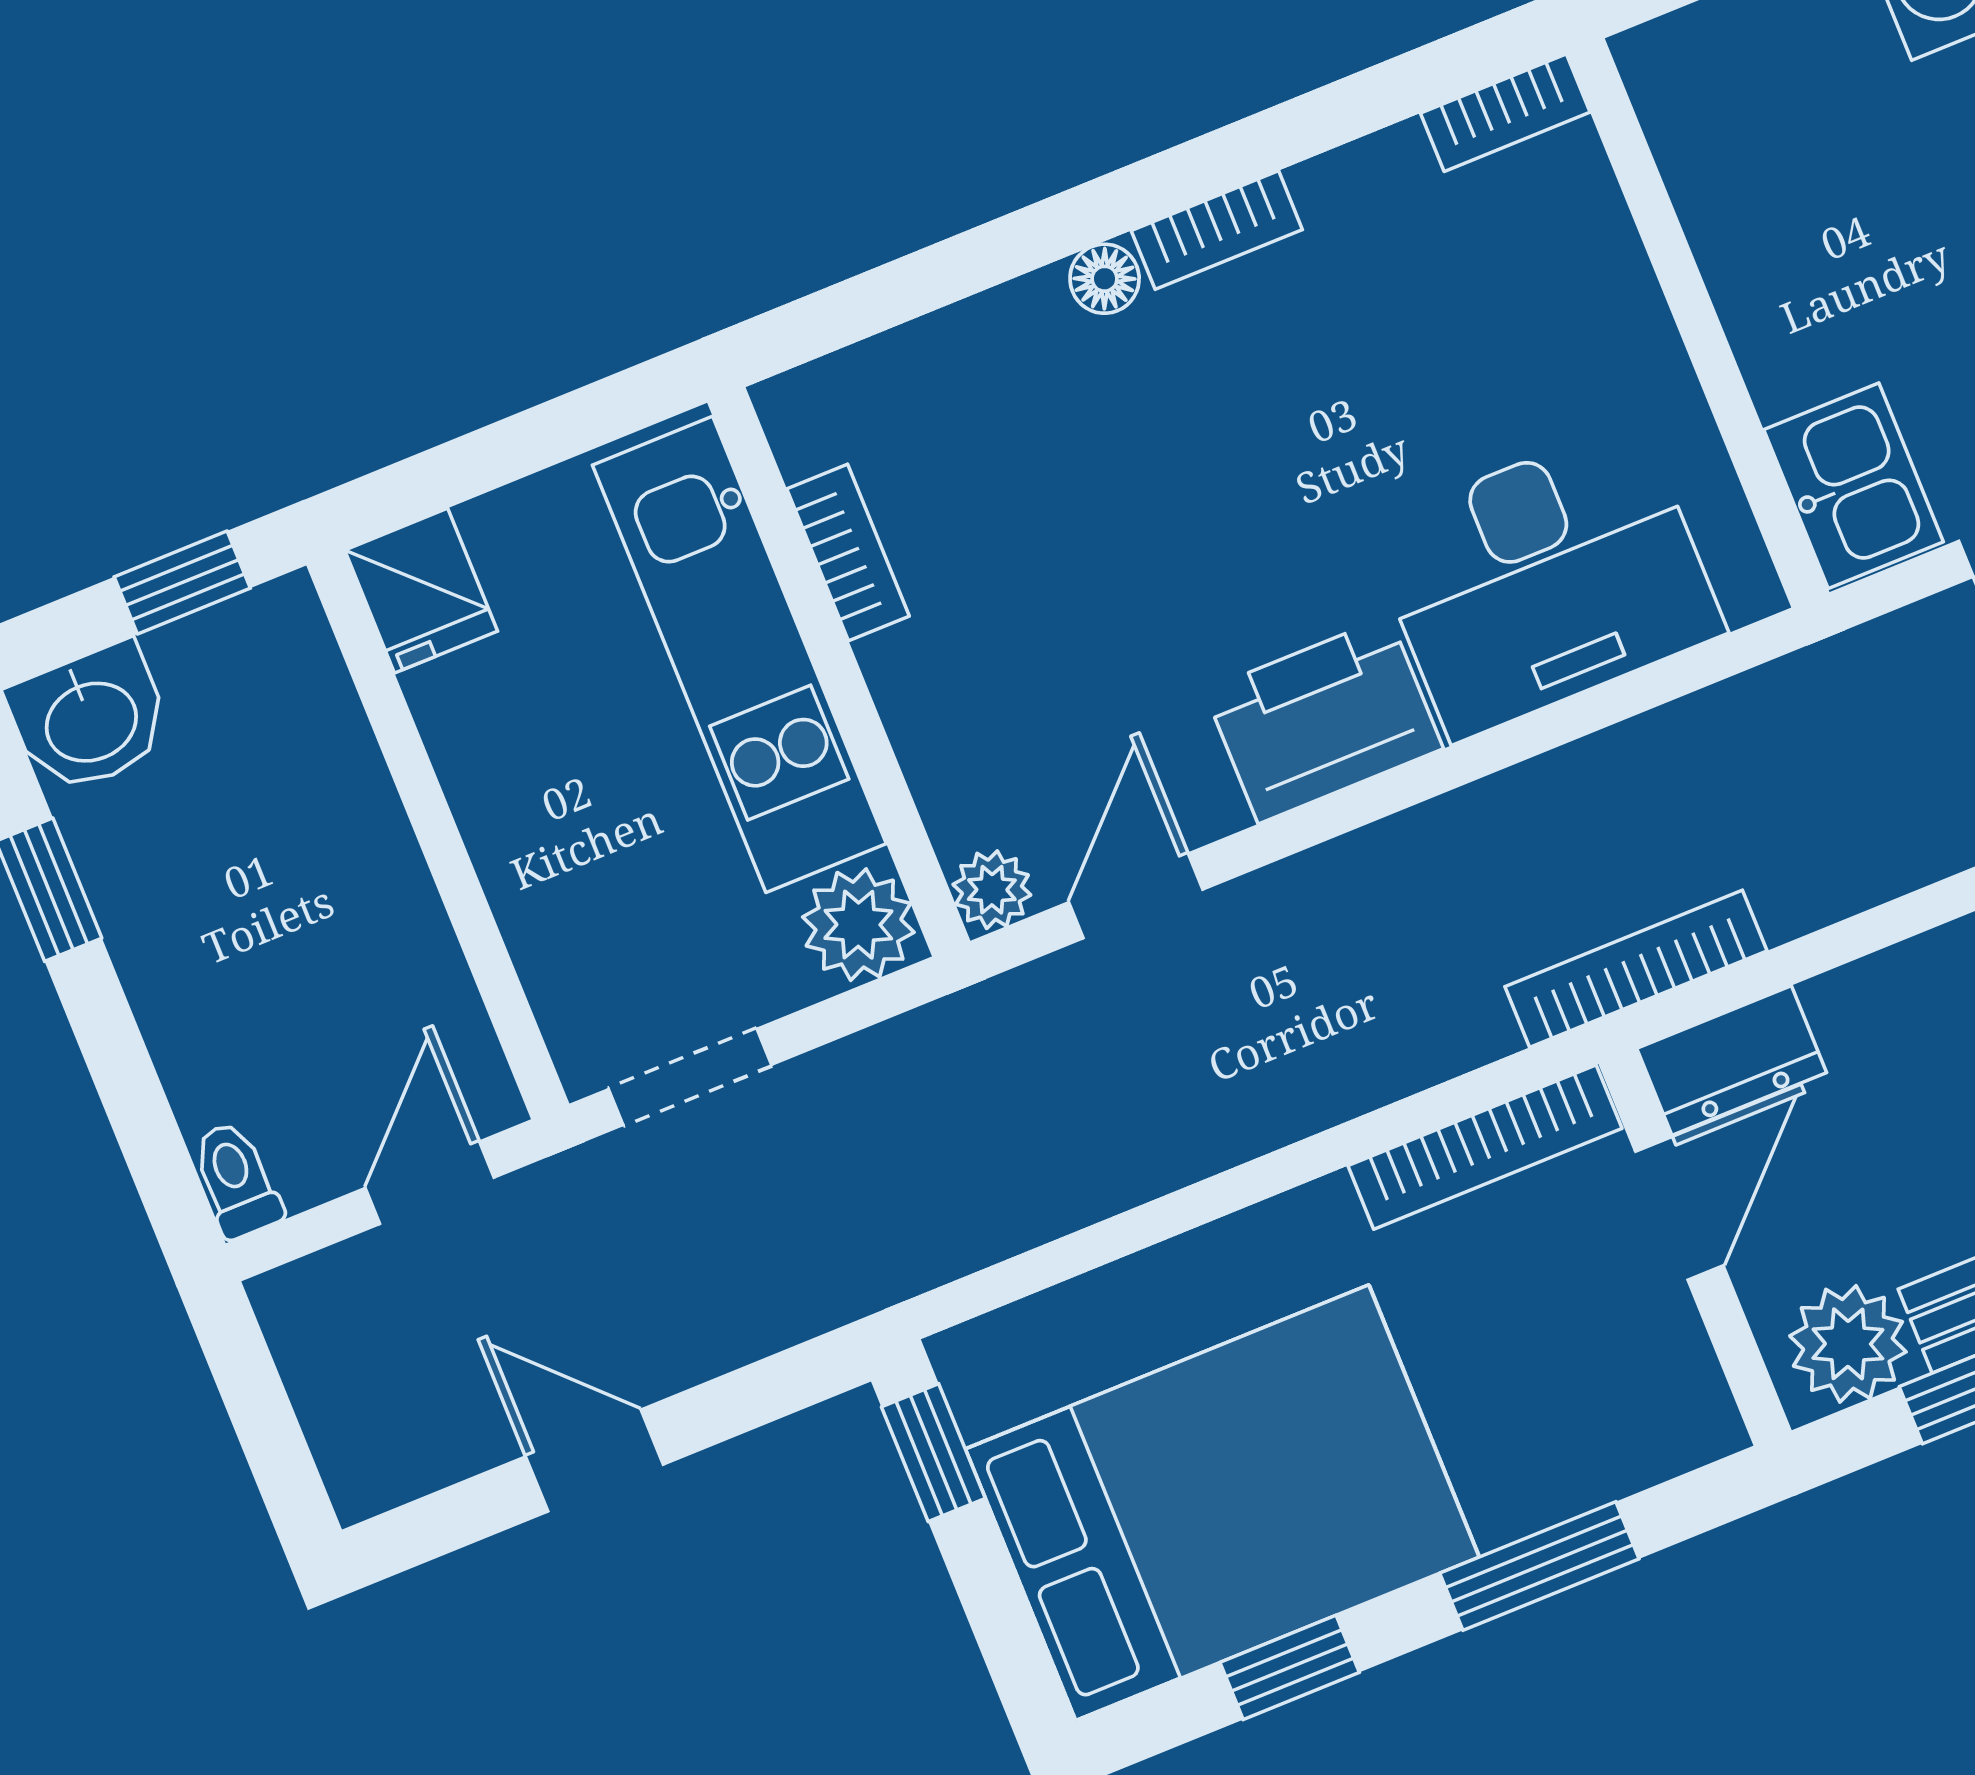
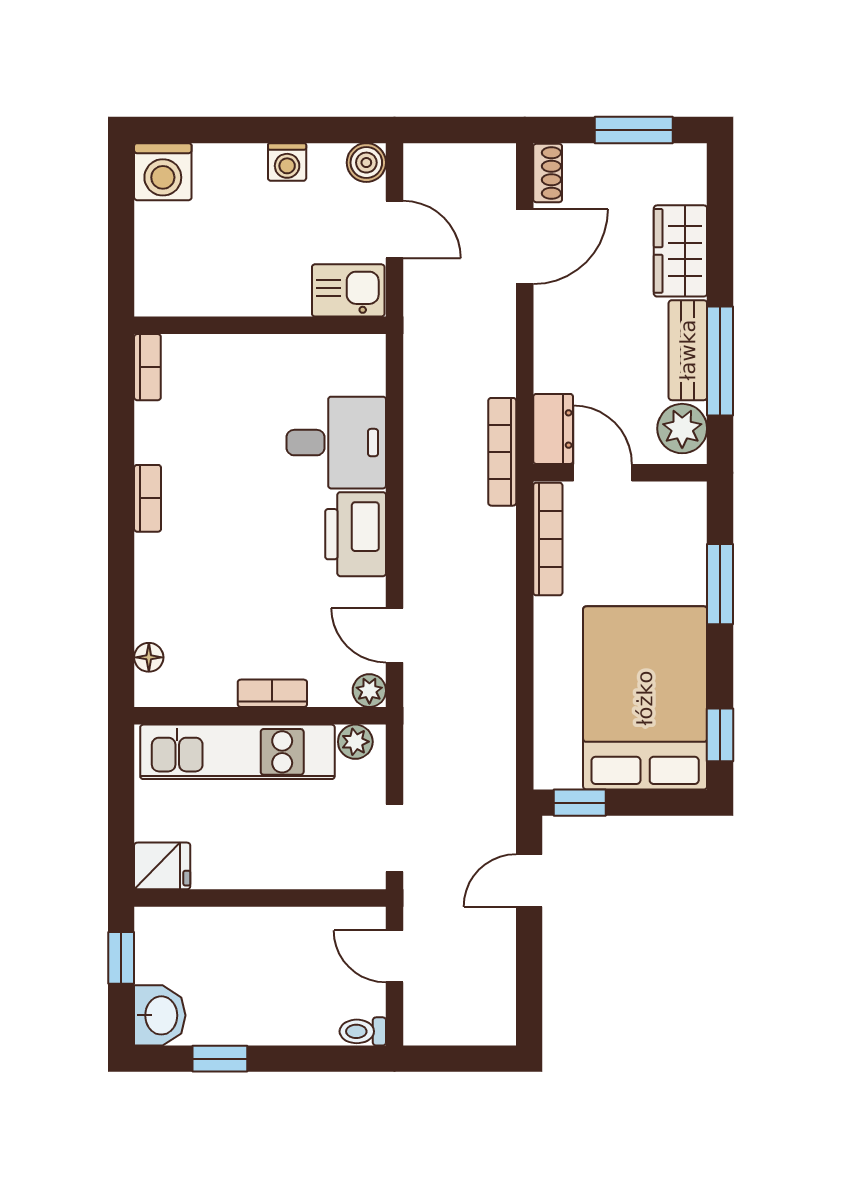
floor lamp: (1105, 279) -> (149, 657), moved
bookcase: (848, 552) -> (272, 693), moved
desk: (1546, 580) -> (336, 443), width x0.73
plant: (858, 925) -> (355, 742), width x0.73, depth x0.73
door: (594, 1460) -> (529, 881), moved
window: (1290, 1667) -> (720, 735), moved

